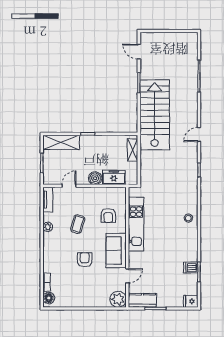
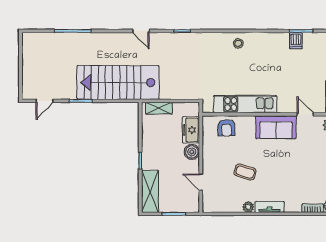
tv unit: (48, 200) -> (270, 207), moved
armchair: (108, 215) -> (226, 128), moved, turned 88
armchair: (85, 260) -> (287, 164), removed

